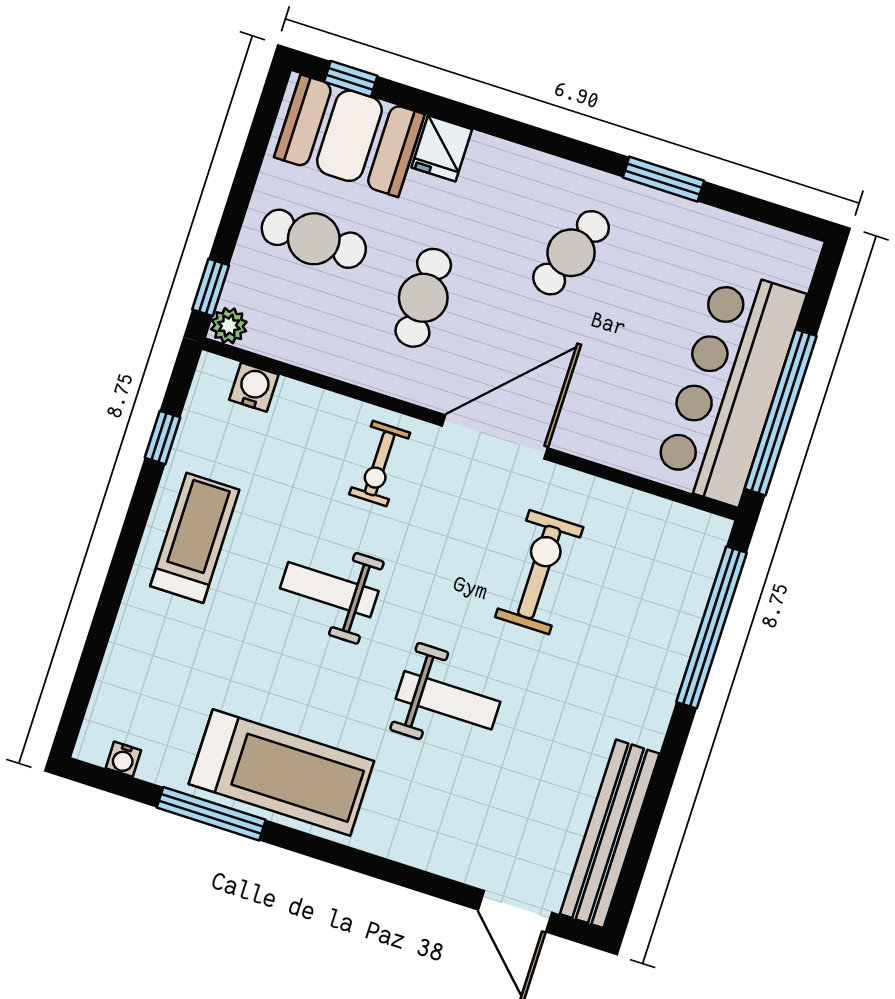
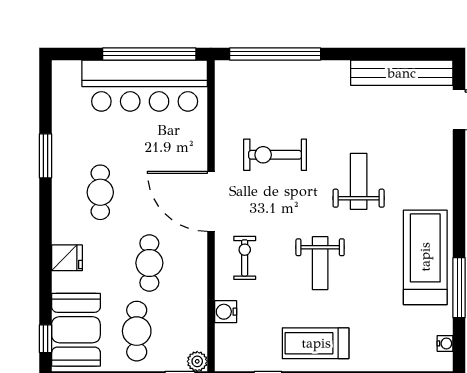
fridge: (442, 148) -> (67, 258), moved
cafe table: (571, 253) -> (100, 192), turned 68
cafe table: (423, 298) -> (149, 263), turned 90
water cooler: (254, 387) -> (226, 312), moved
exercise bike: (380, 464) -> (245, 258), turned -90

